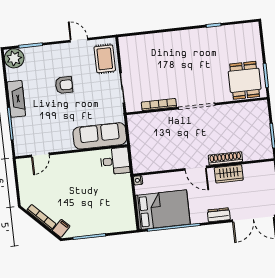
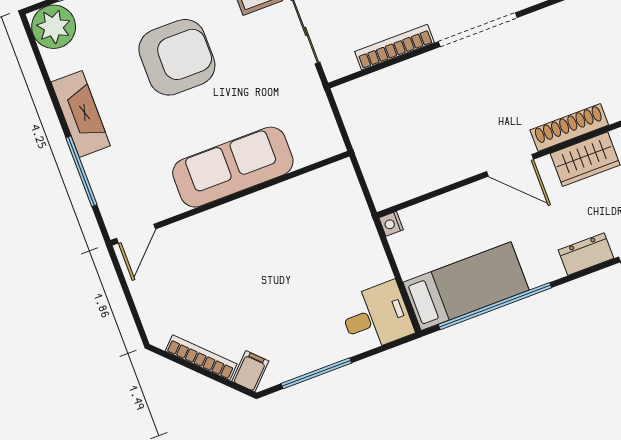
armchair: (64, 85) -> (177, 57), width x1.88, depth x1.88
sofa: (100, 136) -> (233, 167), moved
door: (40, 155) -> (136, 234), moved
desk: (115, 161) -> (376, 317), moved
bed: (163, 210) -> (466, 286), width x0.67

